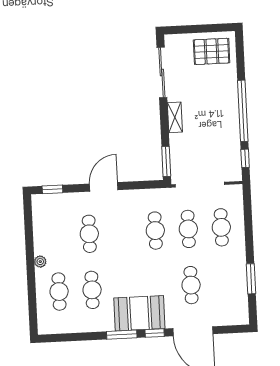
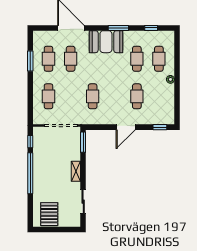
pallet: (212, 51) -> (49, 214), turned 90
sliding door: (162, 72) -> (83, 202), width x0.73
cafe table: (188, 229) -> (48, 59), moved
window: (155, 333) -> (151, 28), moved

